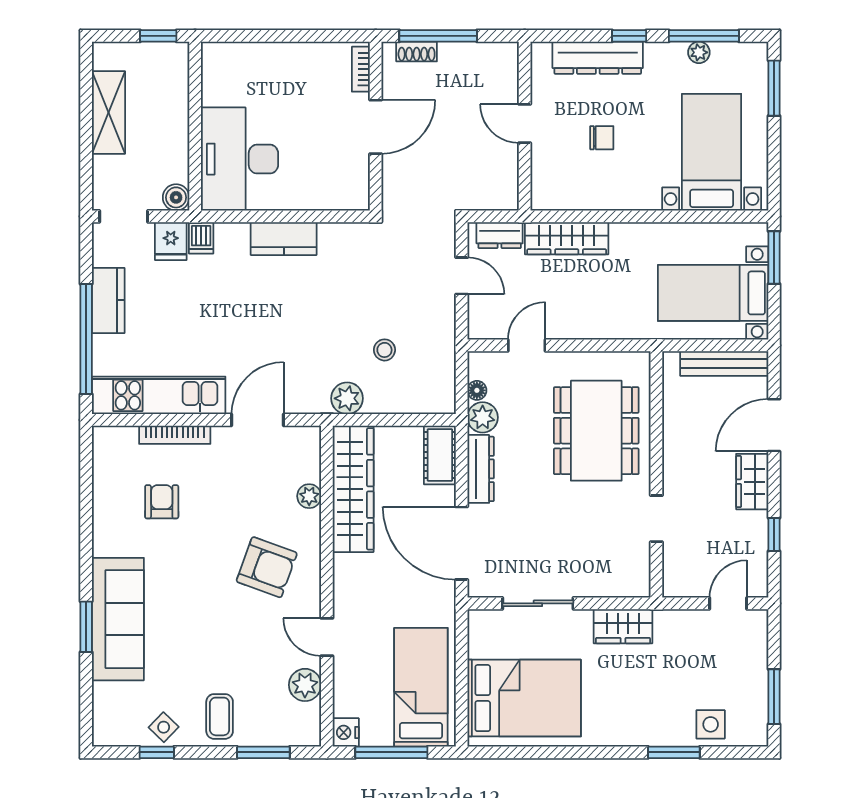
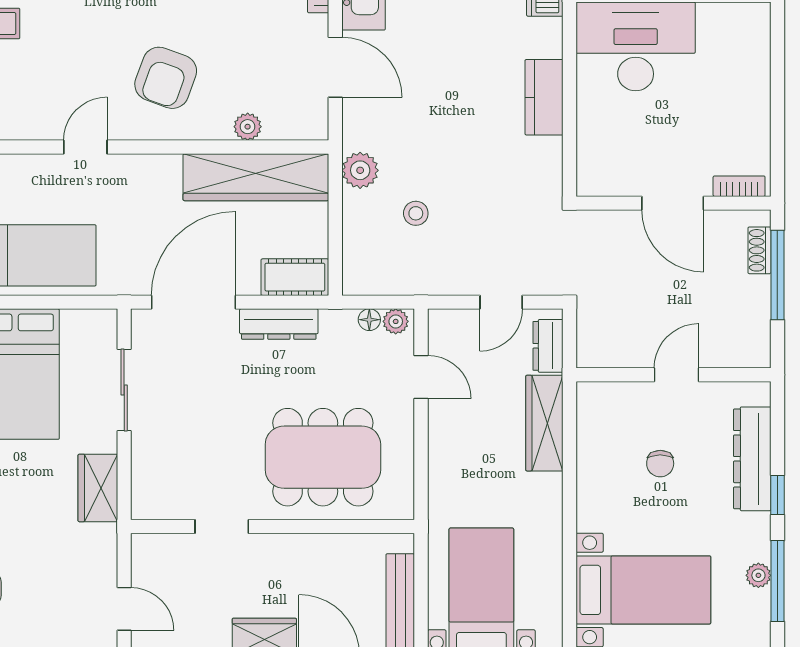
plant: (483, 417) -> (396, 321), moved, width x0.73, depth x0.73
plant: (305, 685) -> (30, 122), removed

